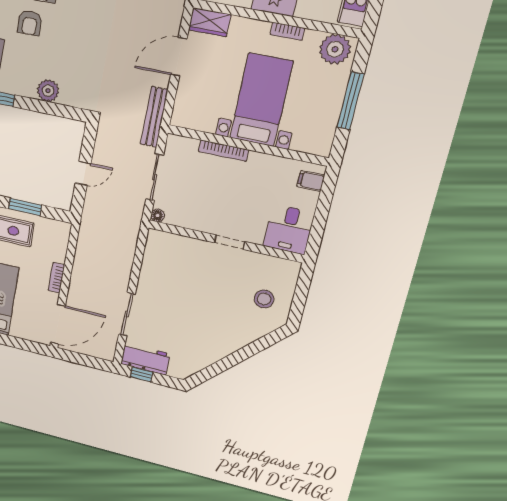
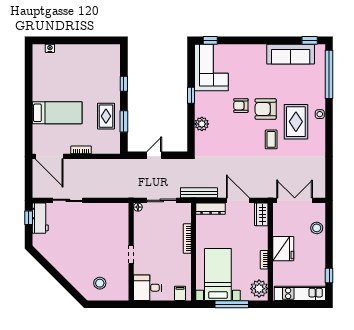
bed with nightstands: (261, 100) -> (218, 274), moved, turned -90
dresser: (183, 104) -> (211, 209), added
door: (83, 173) -> (154, 155), swing flipped

